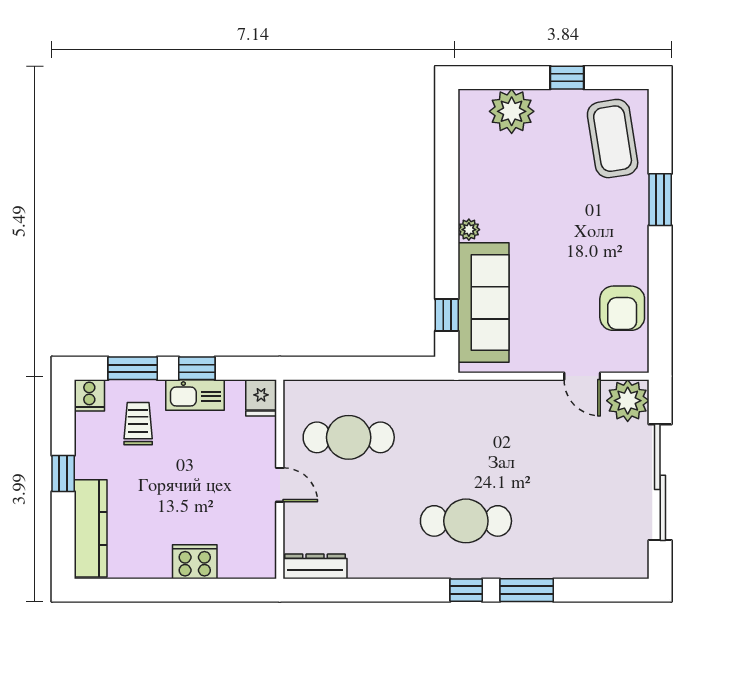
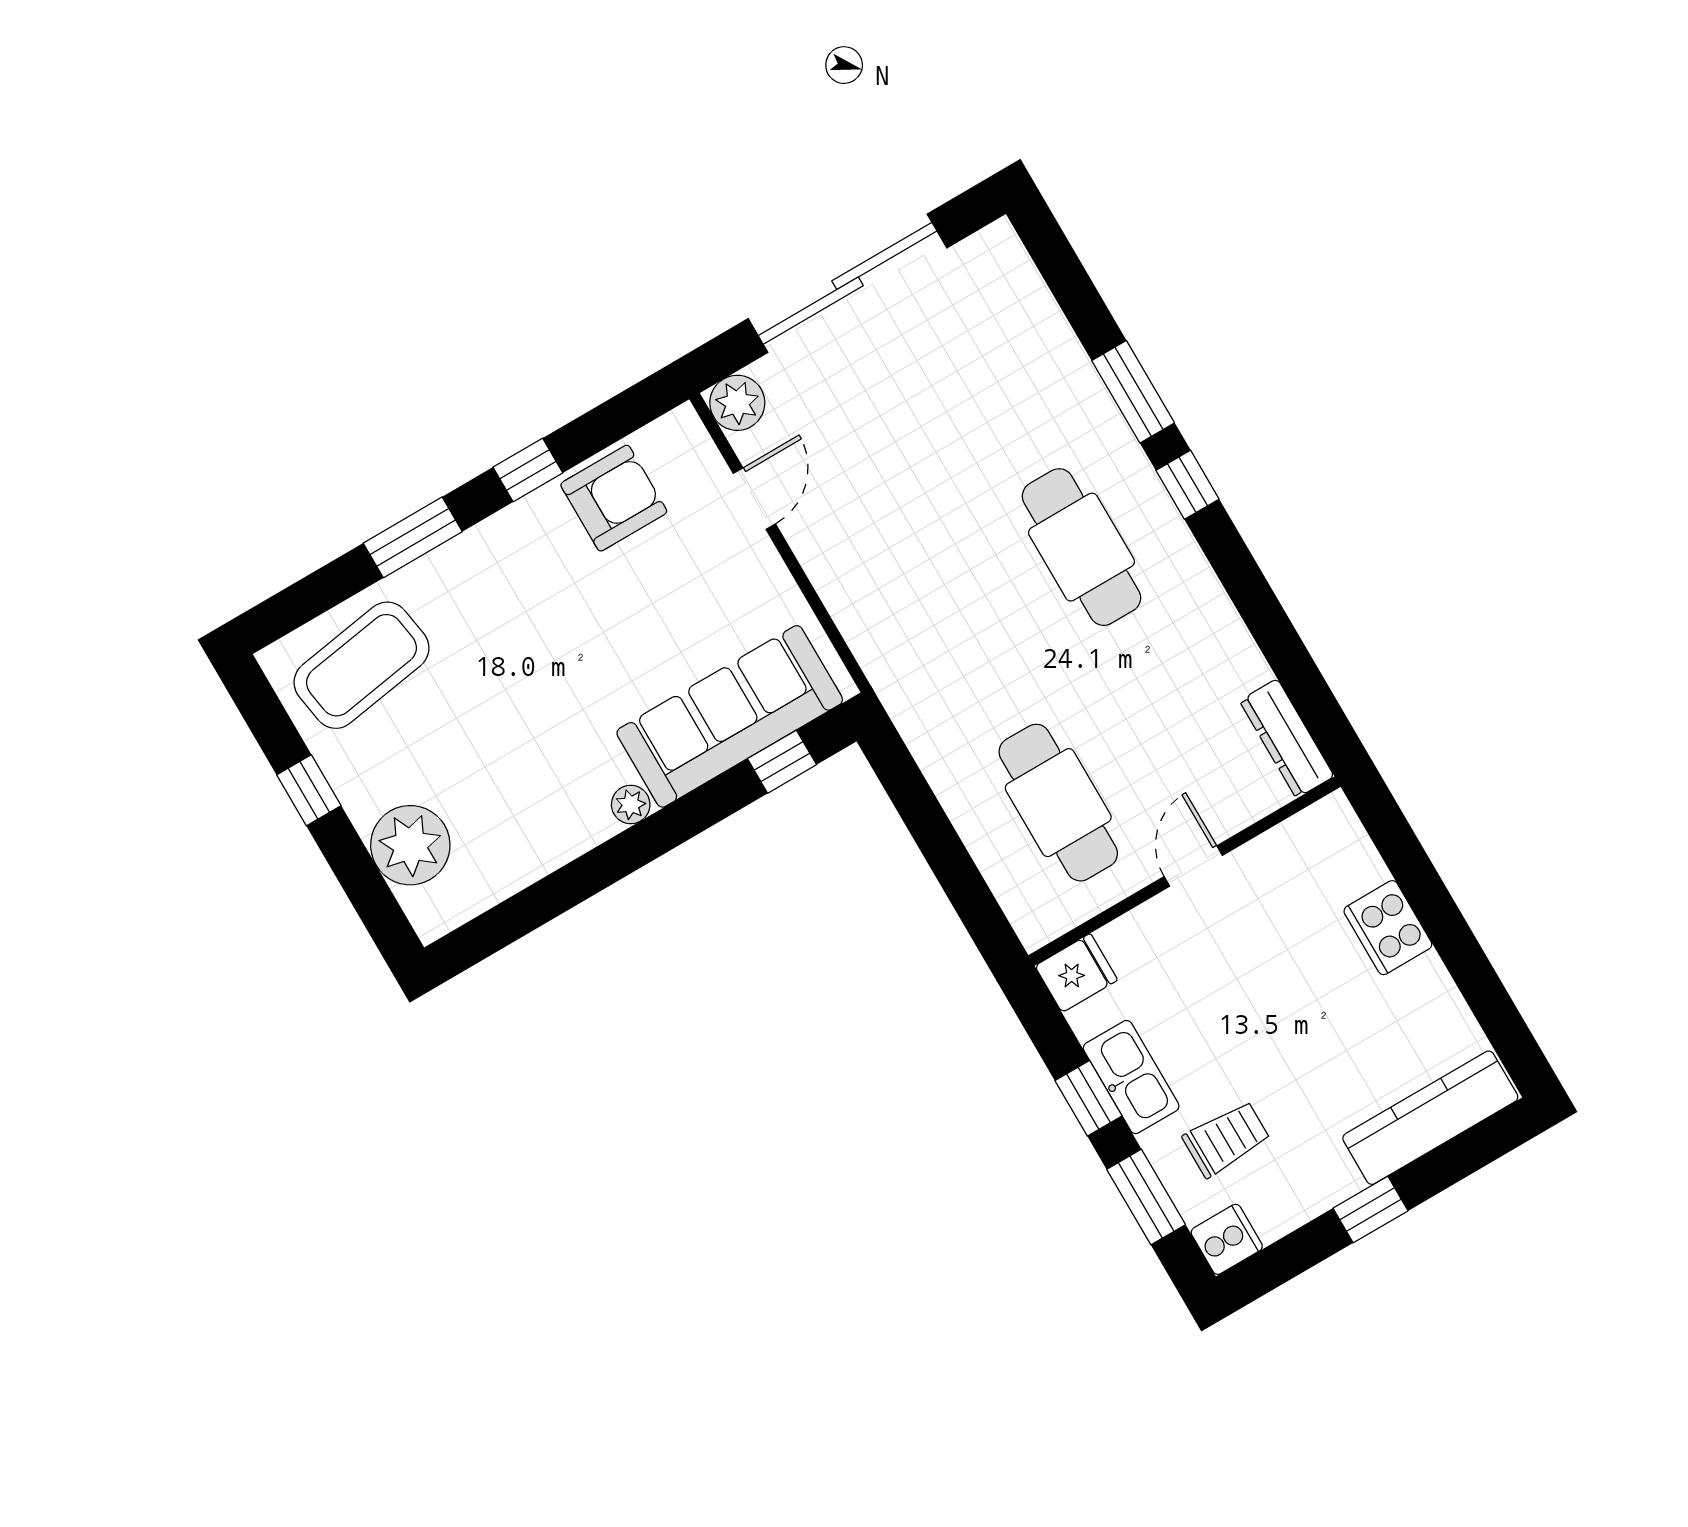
window: (660, 275) -> (528, 470), added
plant: (628, 401) -> (737, 403), width x0.73, depth x0.73
trolley: (138, 424) -> (1226, 1139), turned 180

